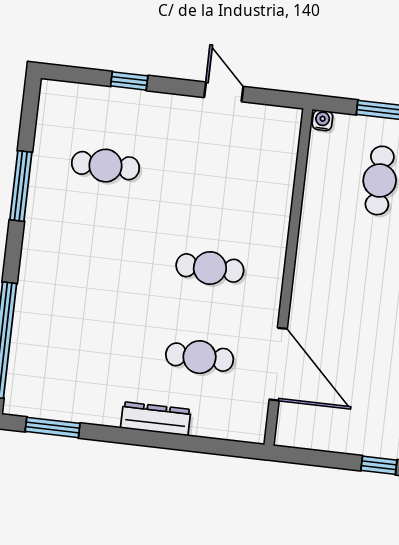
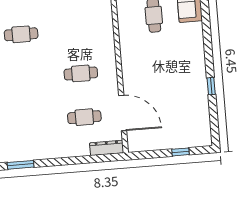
dresser: (156, 419) -> (107, 148), moved

